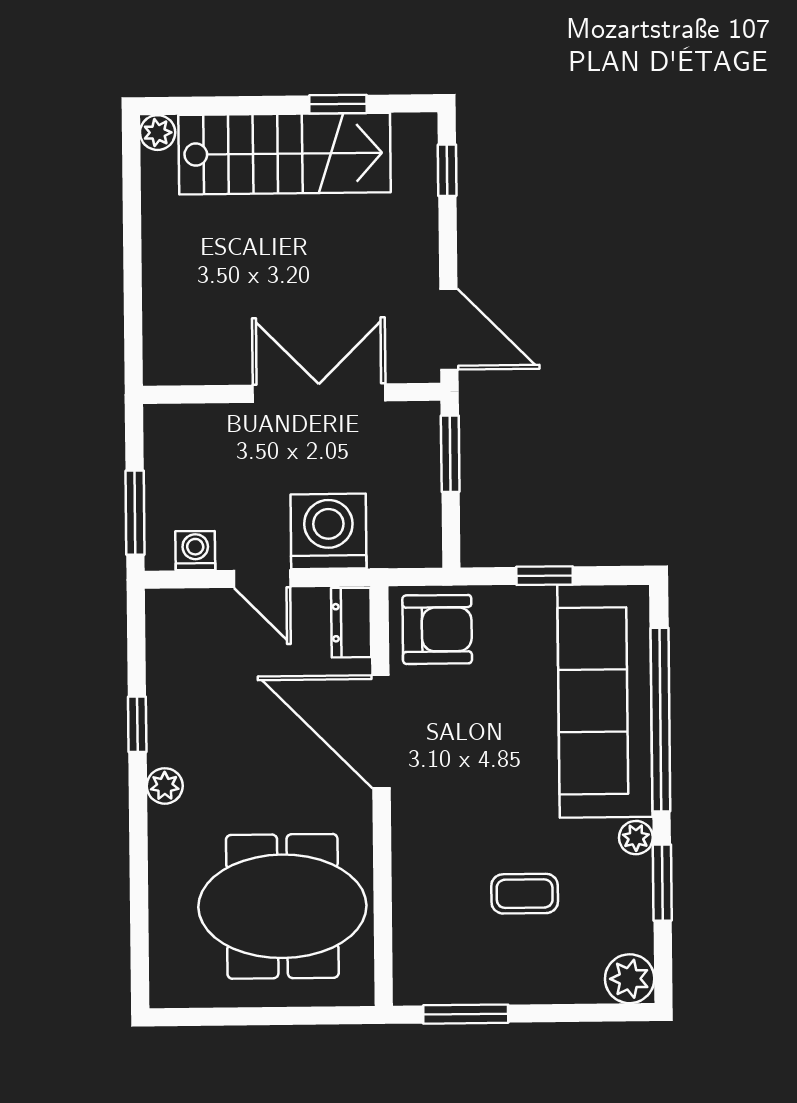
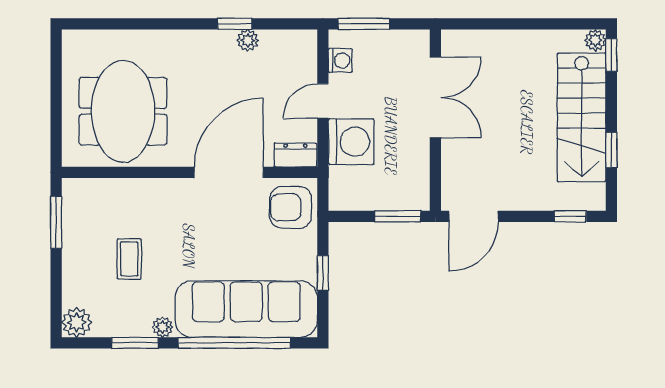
window: (182, 106) -> (611, 55), added
double door: (319, 393) -> (435, 97), moved
armchair: (437, 629) -> (291, 207), turned 90
plant: (165, 786) -> (248, 40), moved

